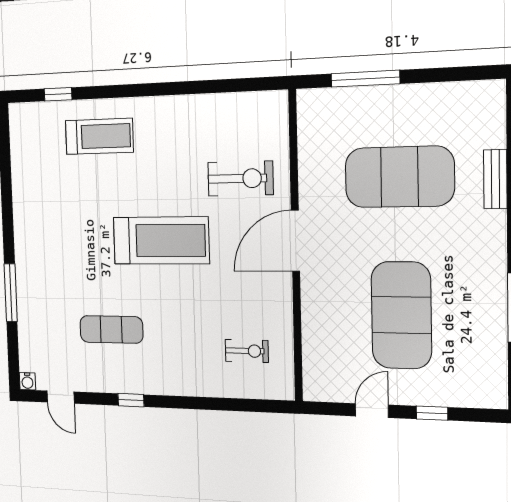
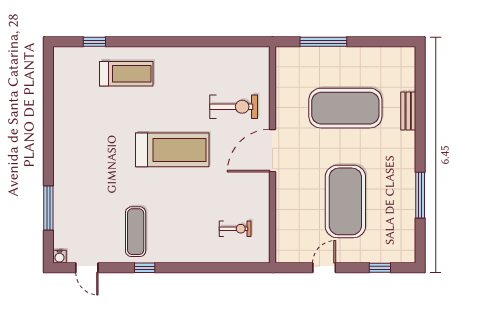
window: (11, 293) -> (48, 208), moved
exercise mat: (111, 329) -> (136, 232), moved, turned 90
window: (432, 413) -> (380, 268), moved

